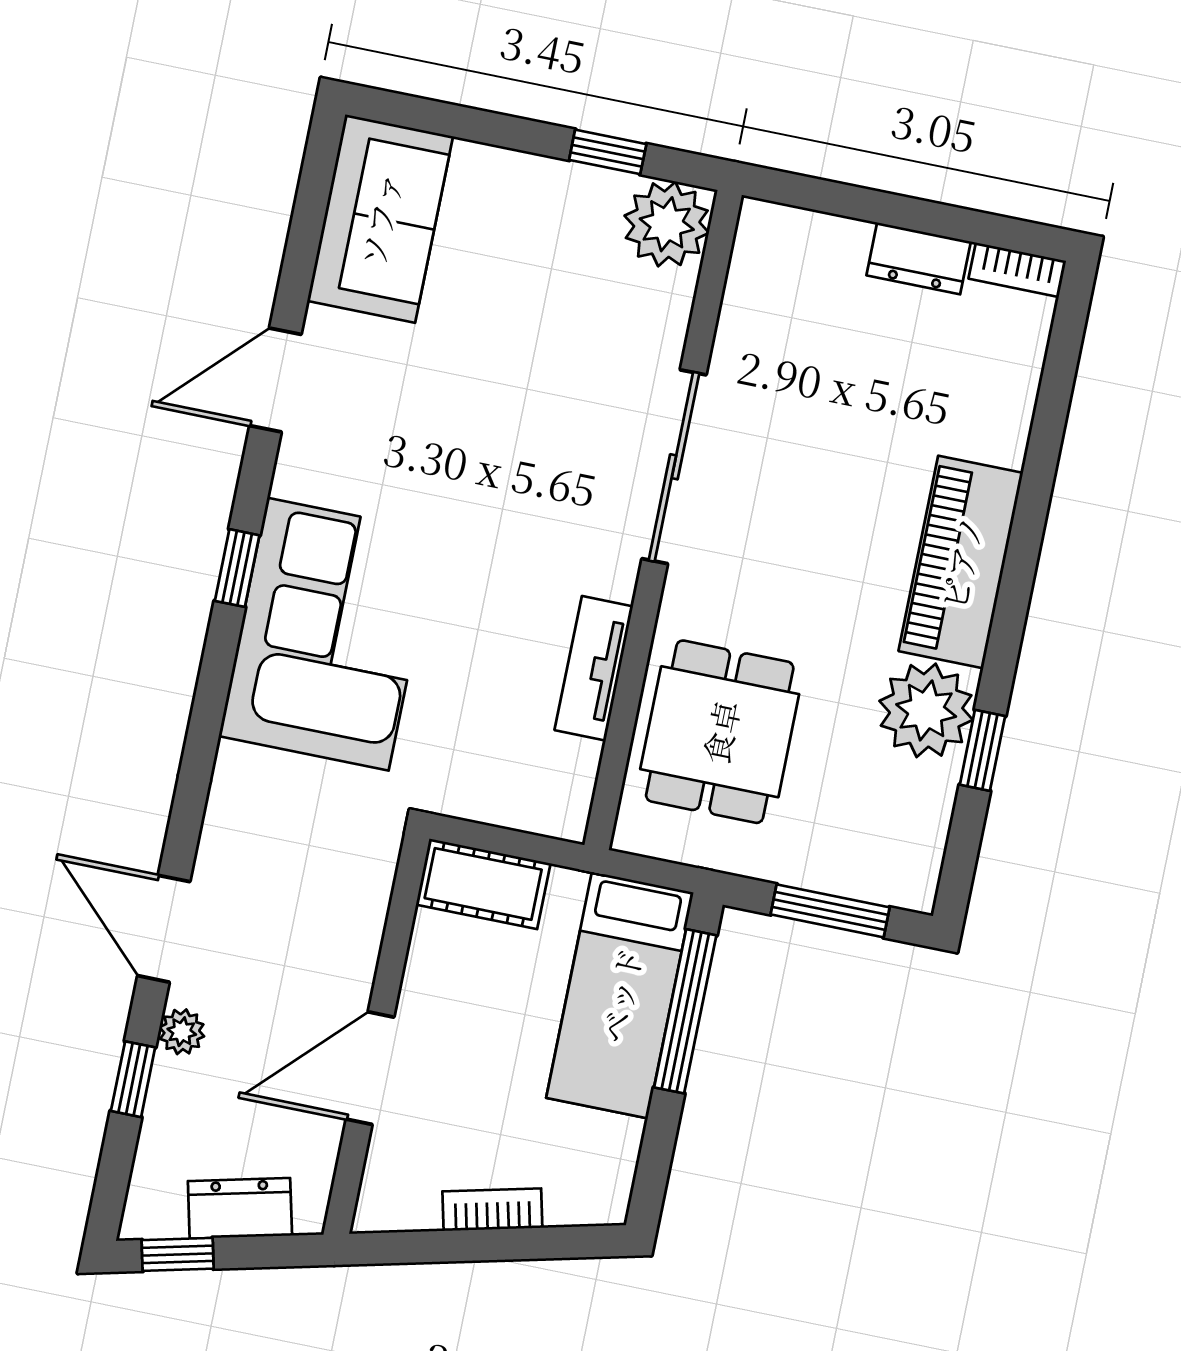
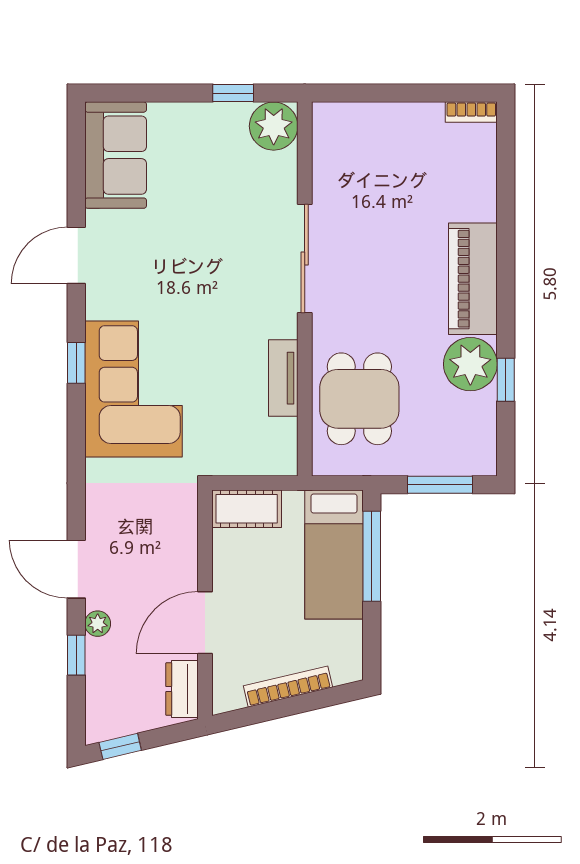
dresser: (919, 258) -> (416, 117), removed
dresser: (240, 1208) -> (182, 689), moved, turned -77
bookcase: (492, 1210) -> (288, 687), width x1.56

